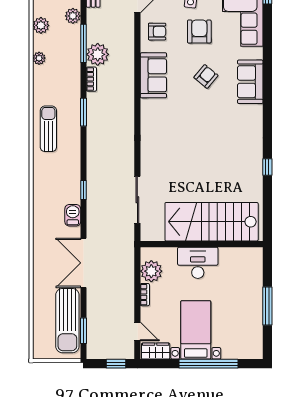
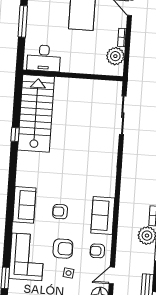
armchair: (199, 31) -> (63, 249), turned -90
armchair: (206, 76) -> (60, 212), turned 50
stairs: (212, 222) -> (36, 113), moved, turned -90
desk: (198, 263) -> (44, 58), moved

